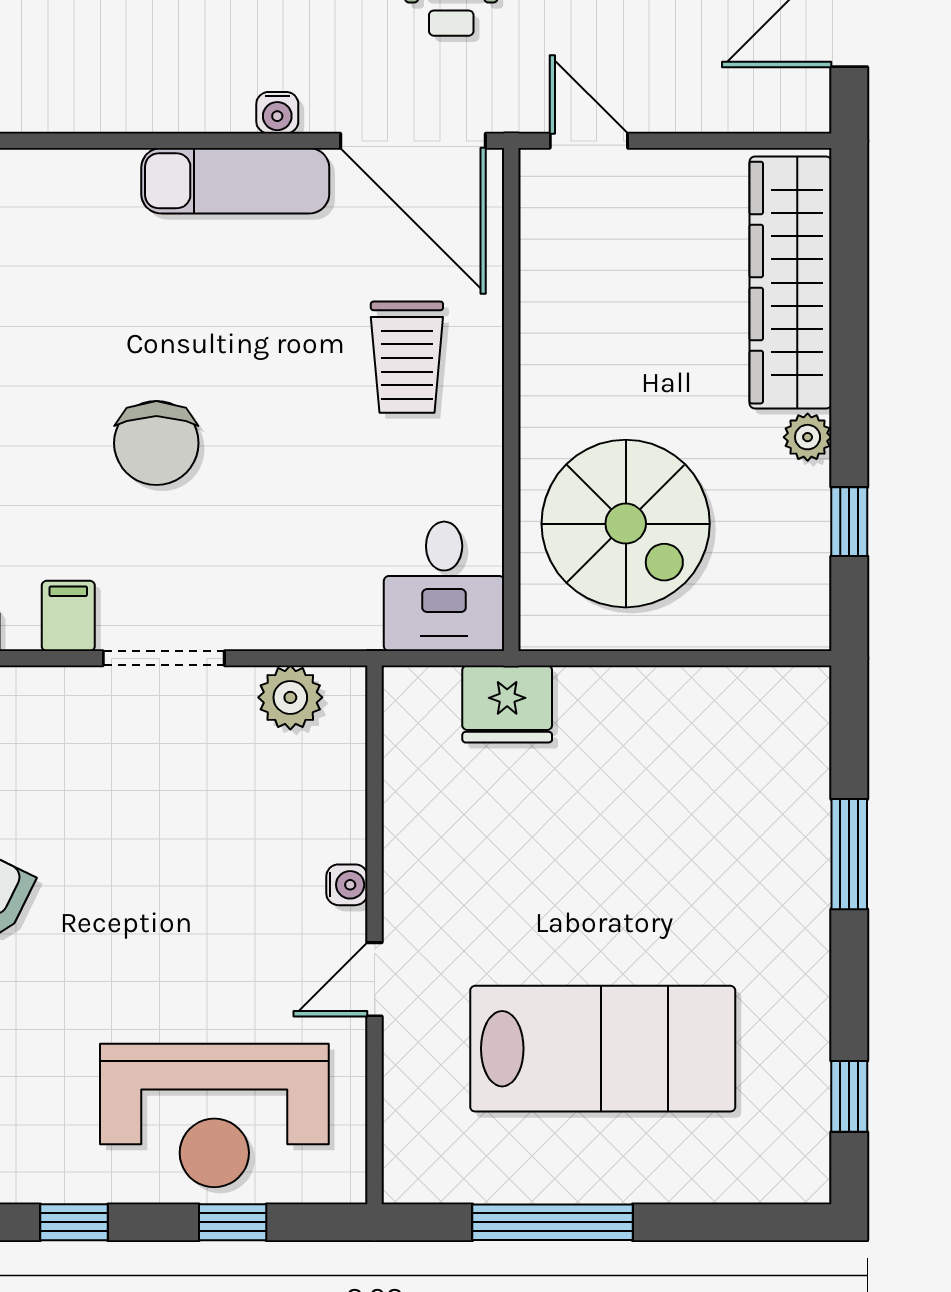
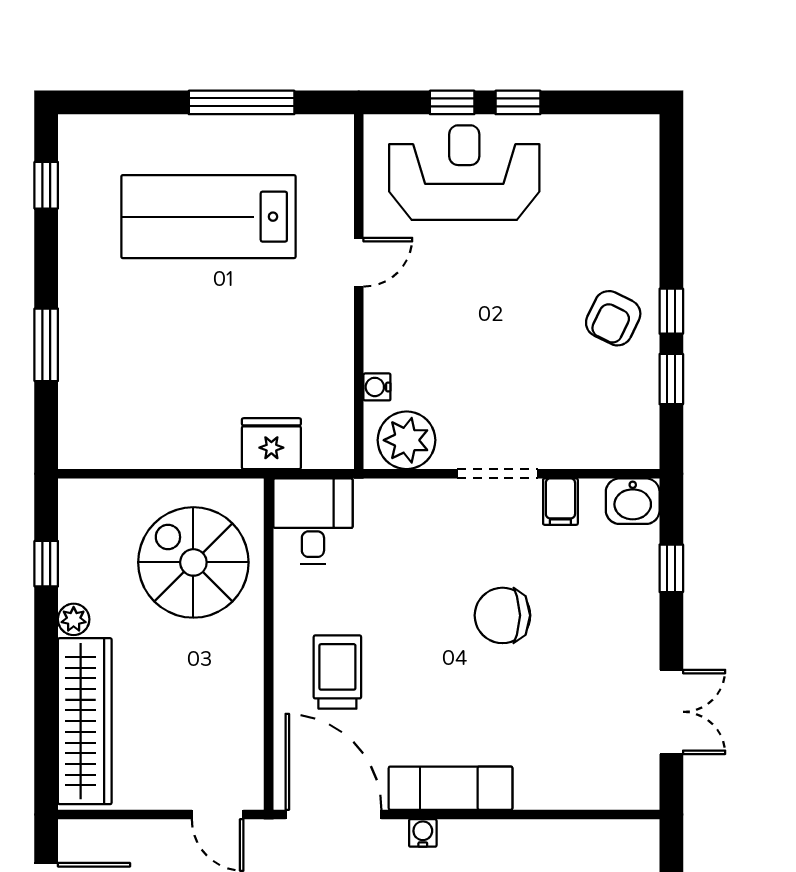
chair: (156, 443) -> (502, 615), turned -90
plant: (290, 697) -> (407, 440), width x1.36, depth x1.36
water cooler: (347, 885) -> (377, 387), moved
window: (74, 1222) -> (518, 102), moved

